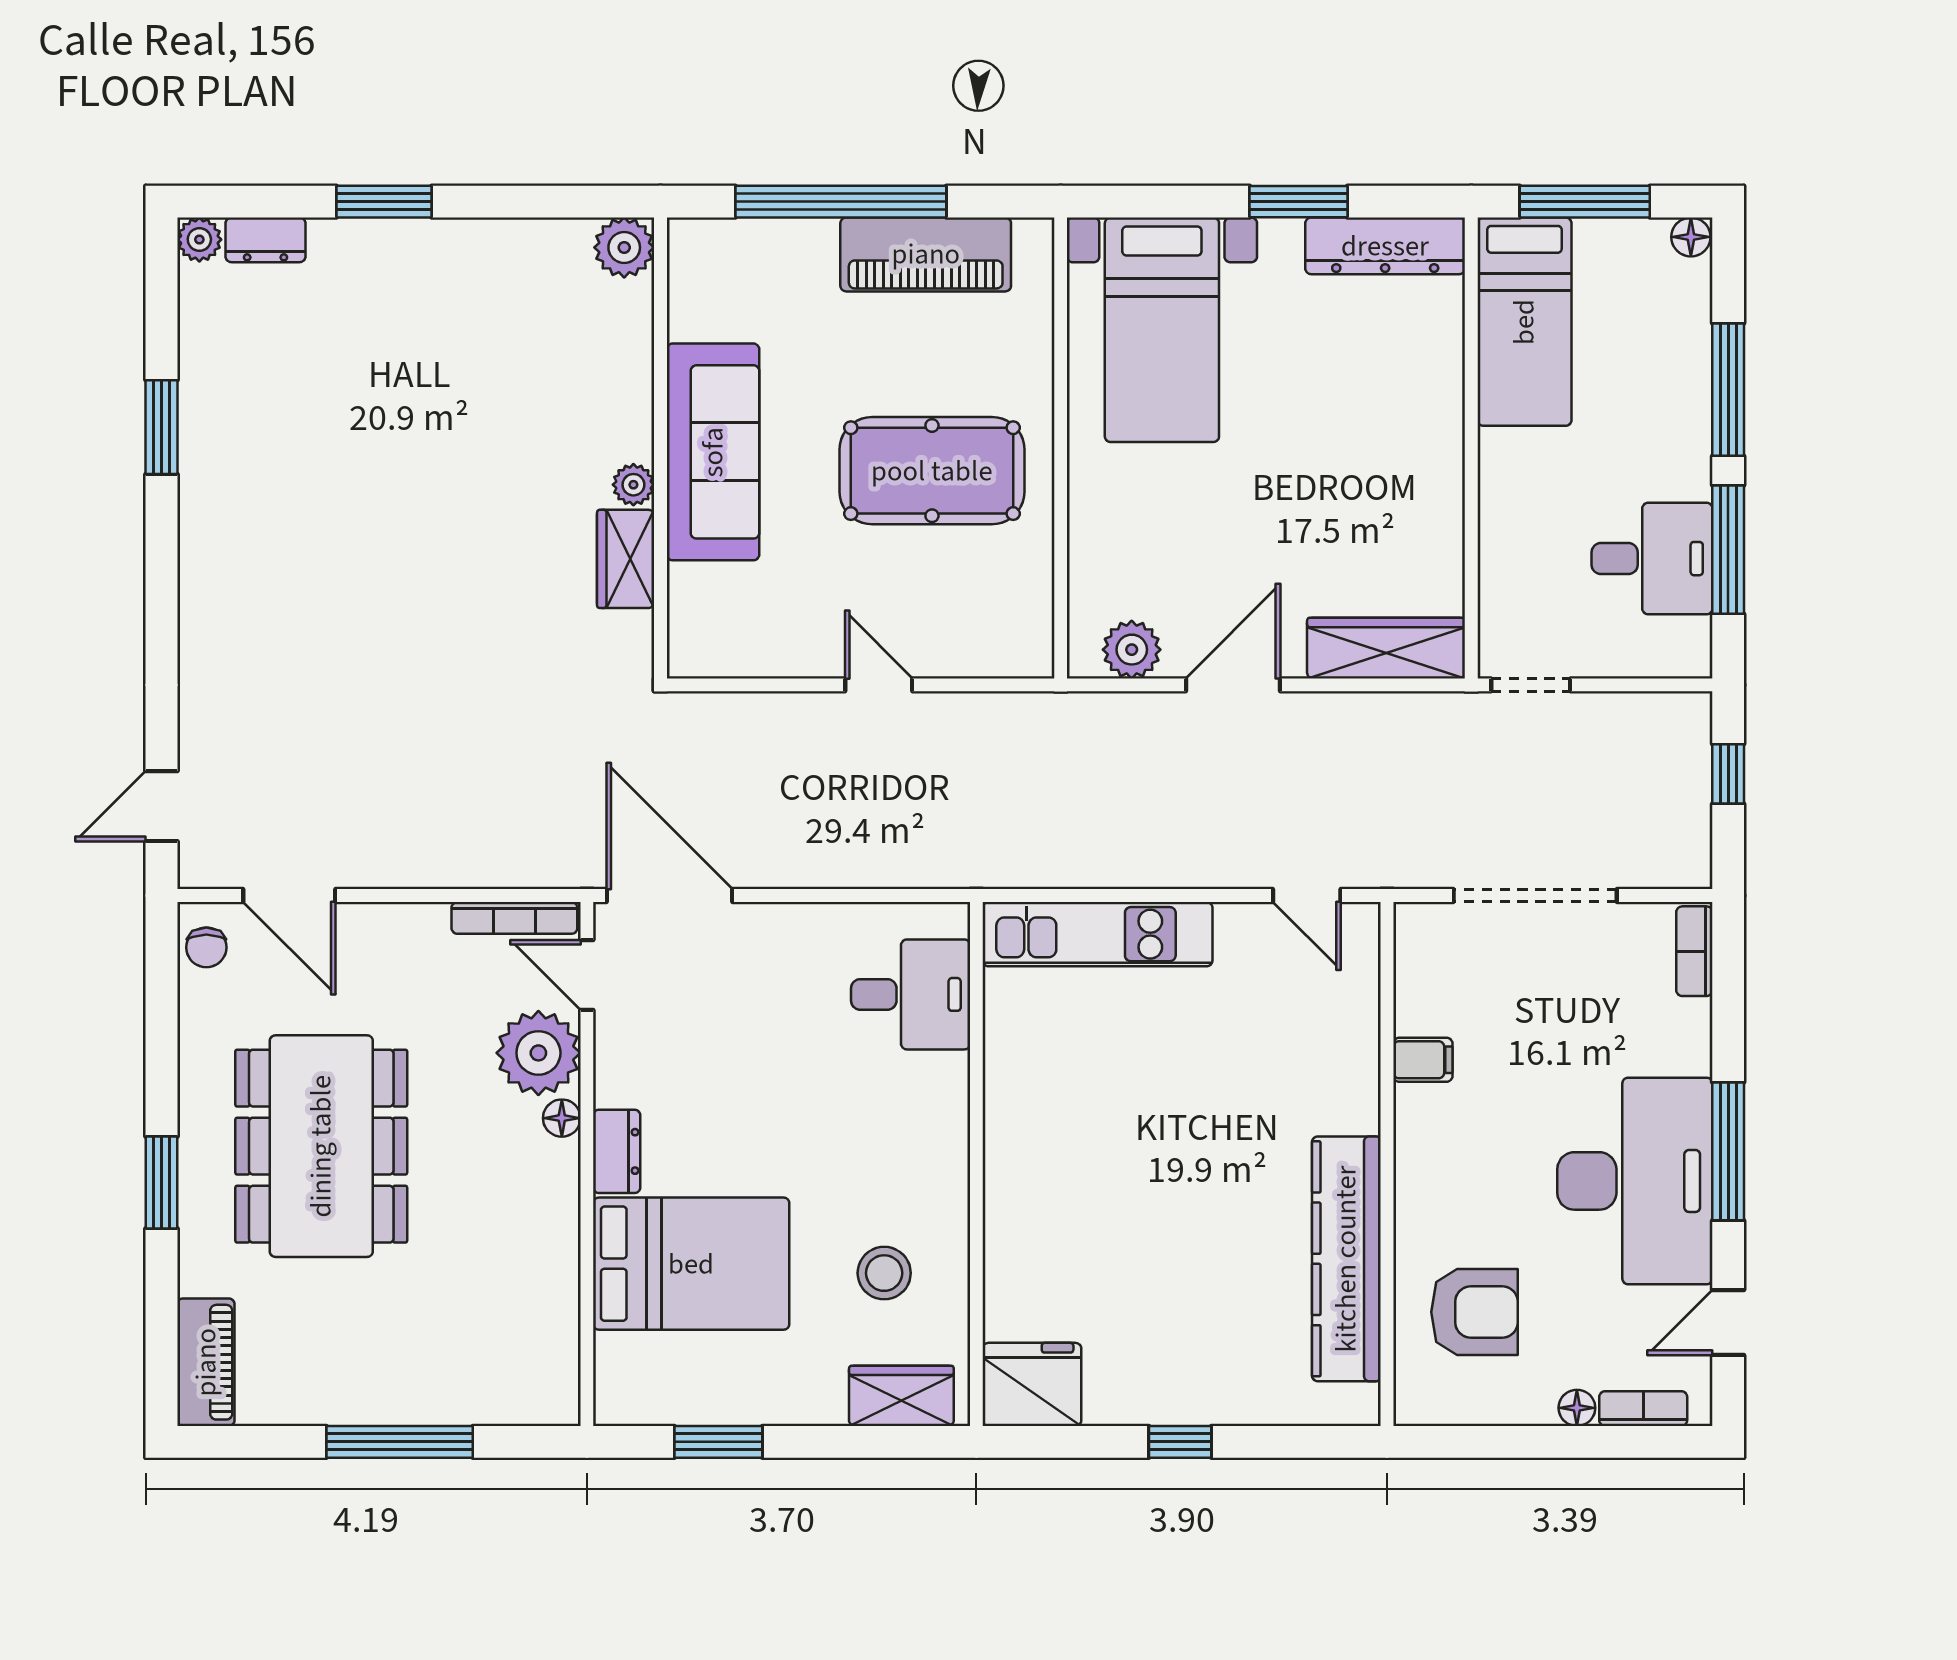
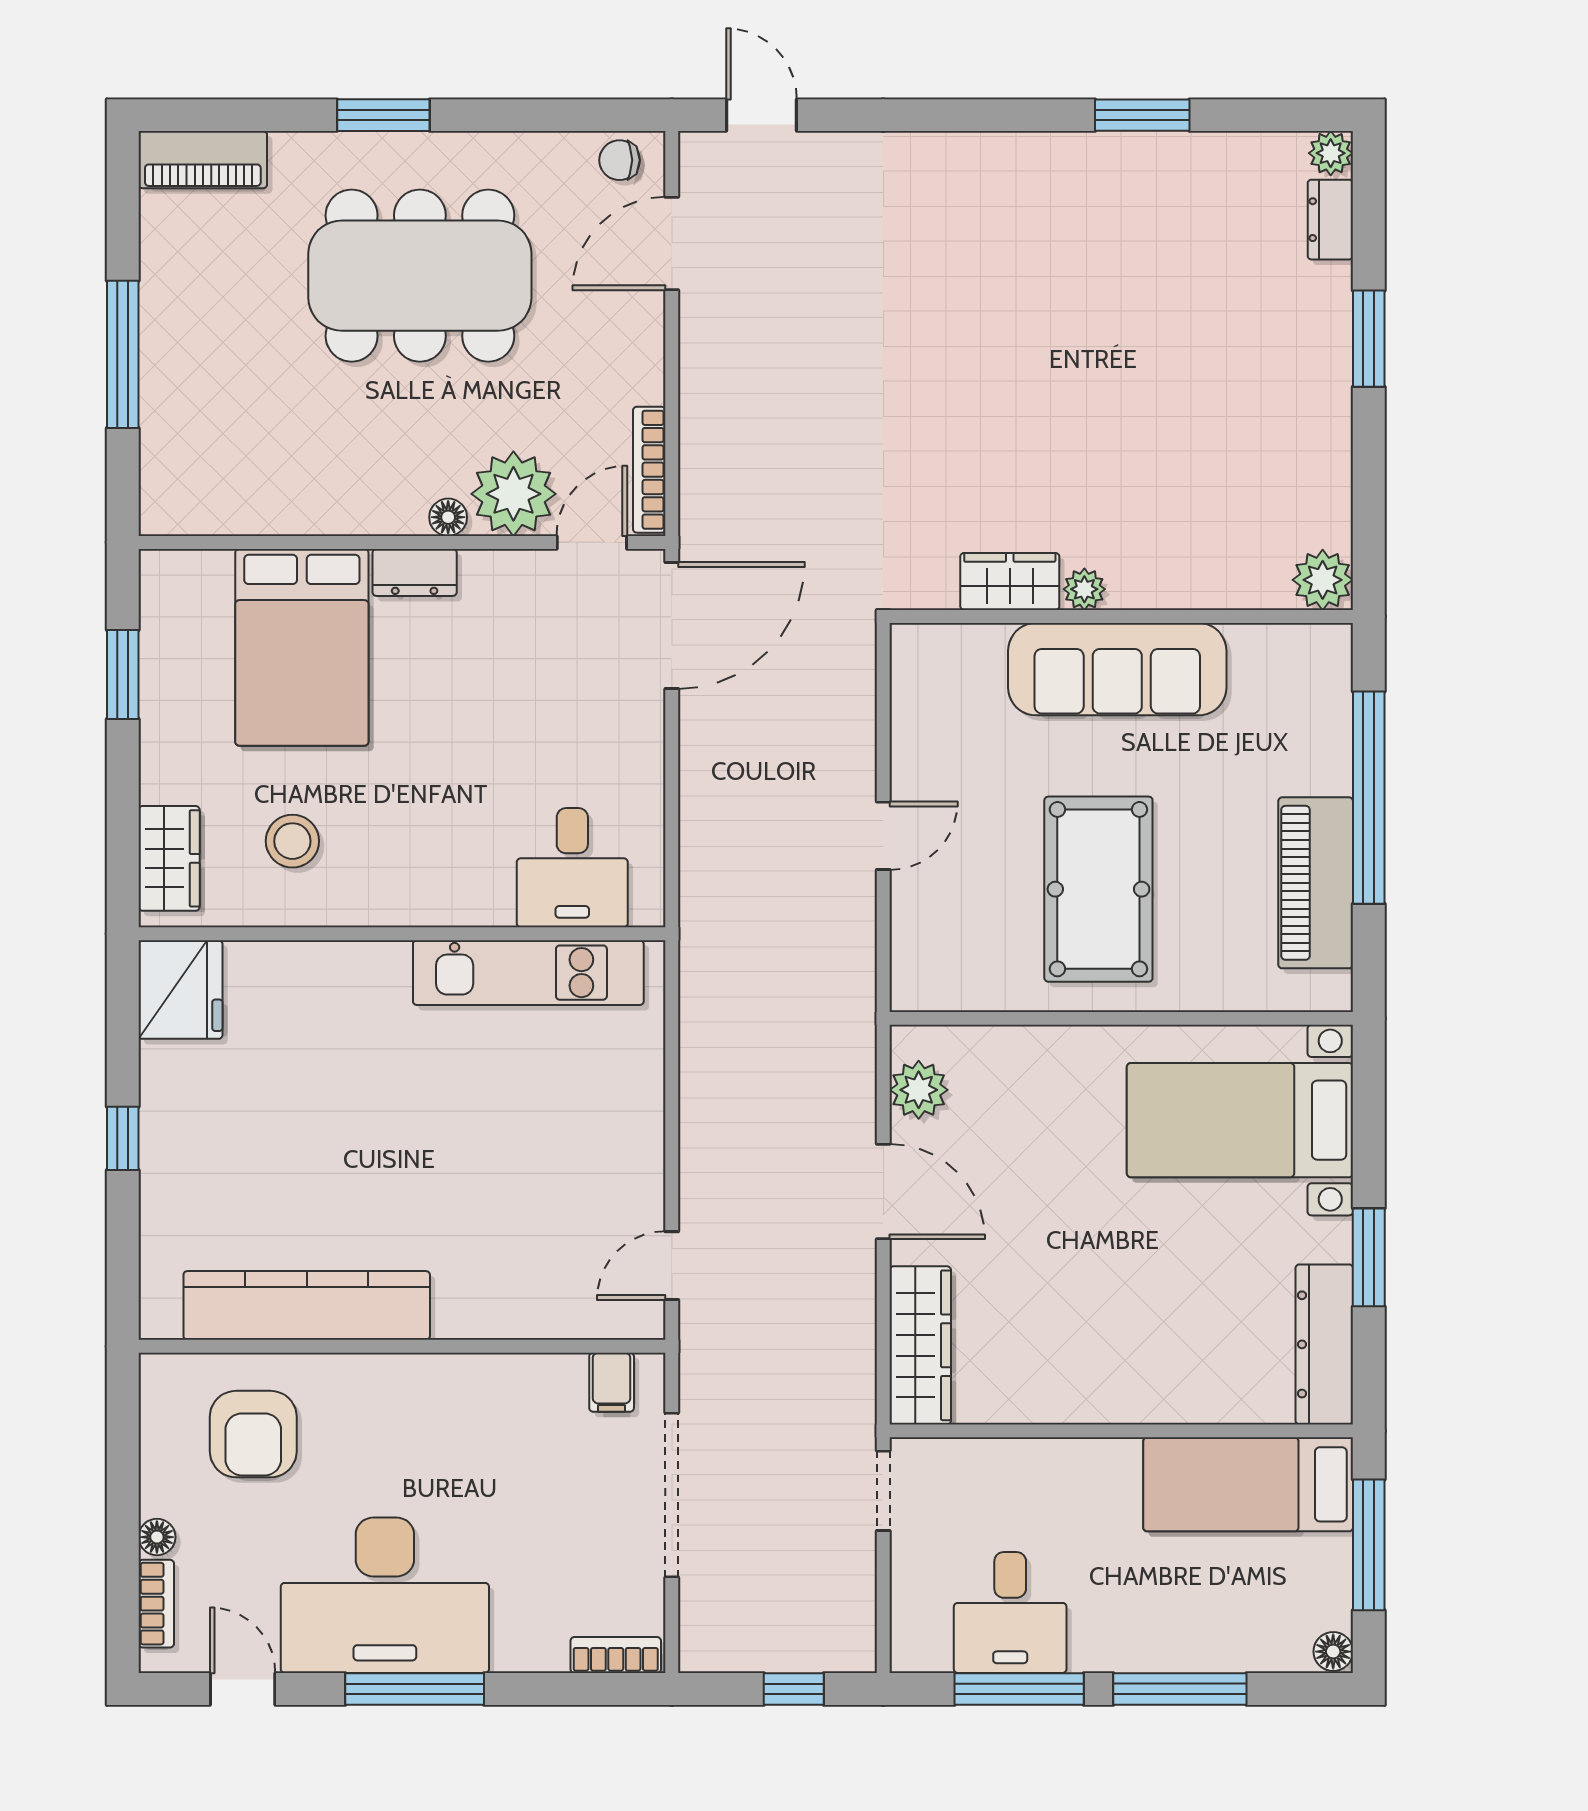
kitchen unit: (1098, 934) -> (528, 973), moved, turned -90
filing cabinet: (1423, 1060) -> (612, 1382), moved

